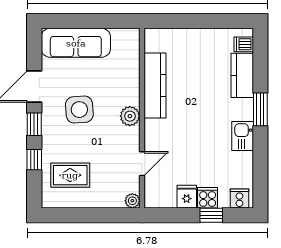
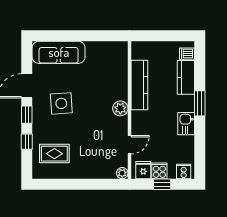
kitchen counter: (155, 85) -> (139, 85), moved
plant: (130, 116) -> (120, 108), moved
wall: (142, 118) -> (130, 110), moved
door: (142, 164) -> (130, 145), moved
plant: (132, 201) -> (122, 173), moved

